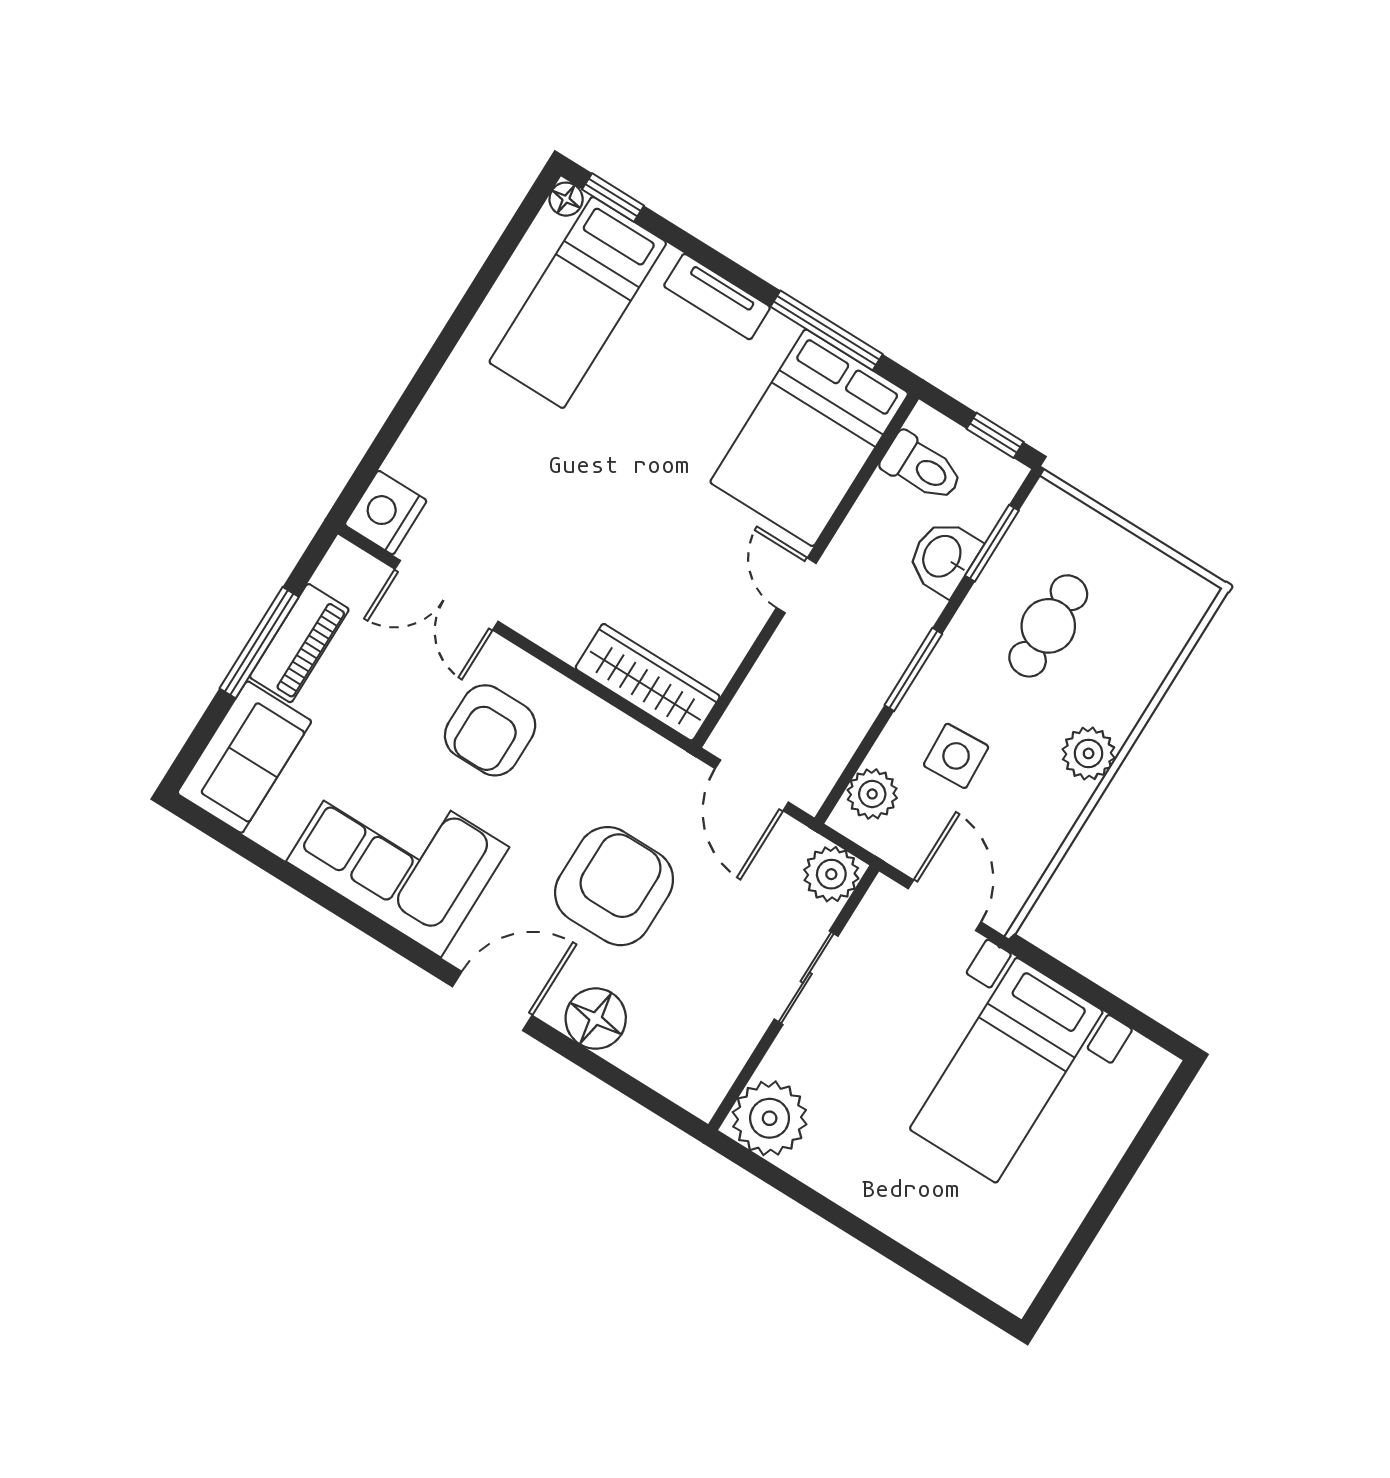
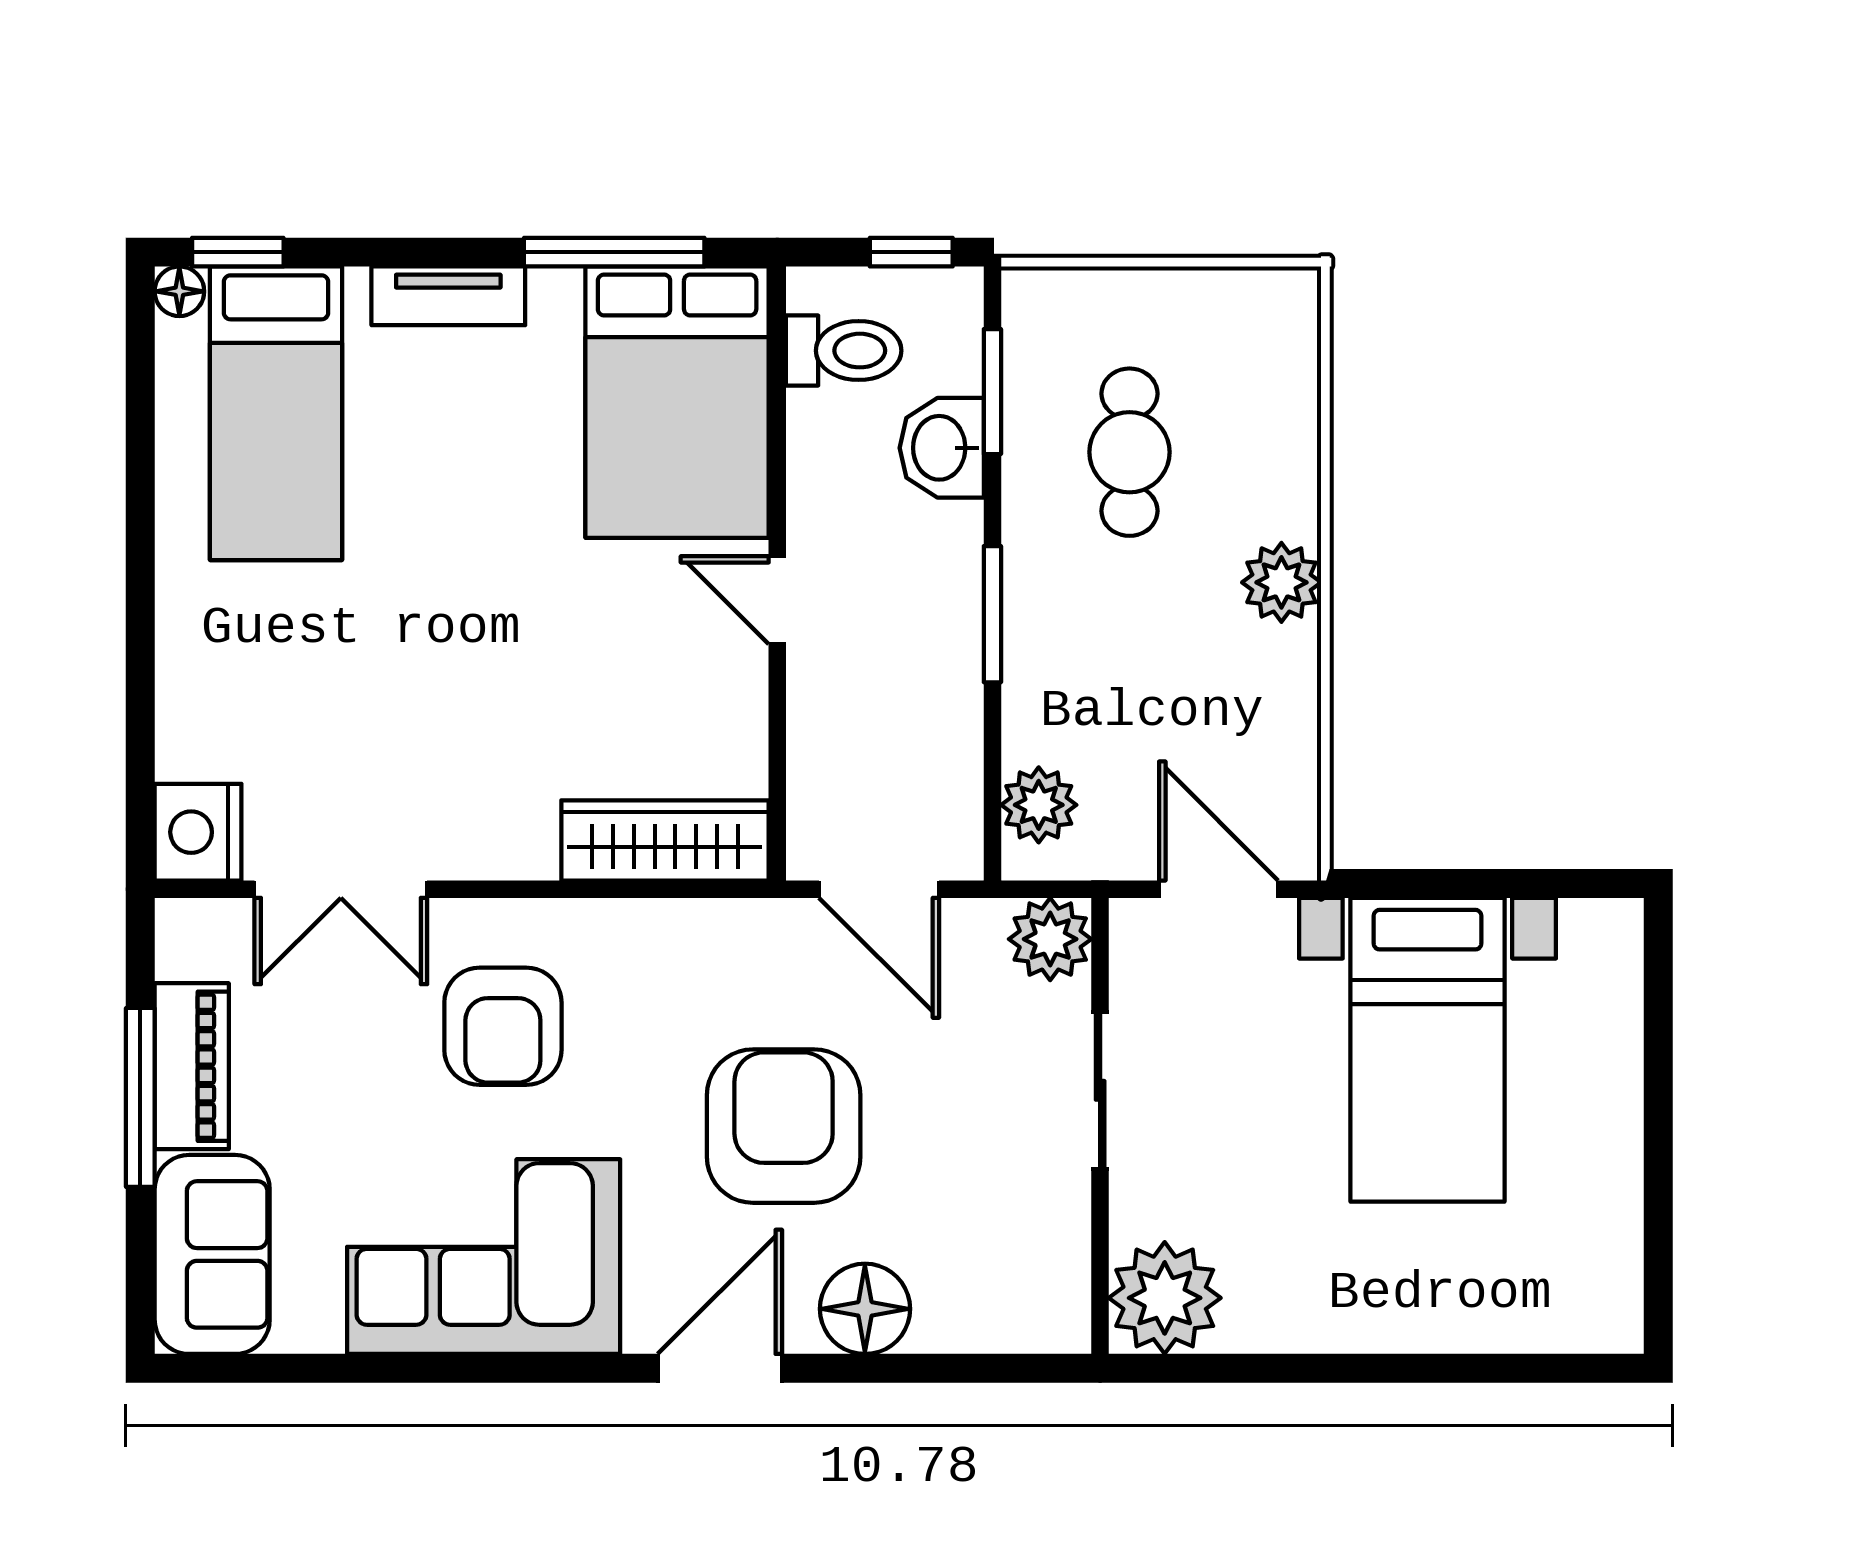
side table: (956, 756) -> (1115, 690), removed

